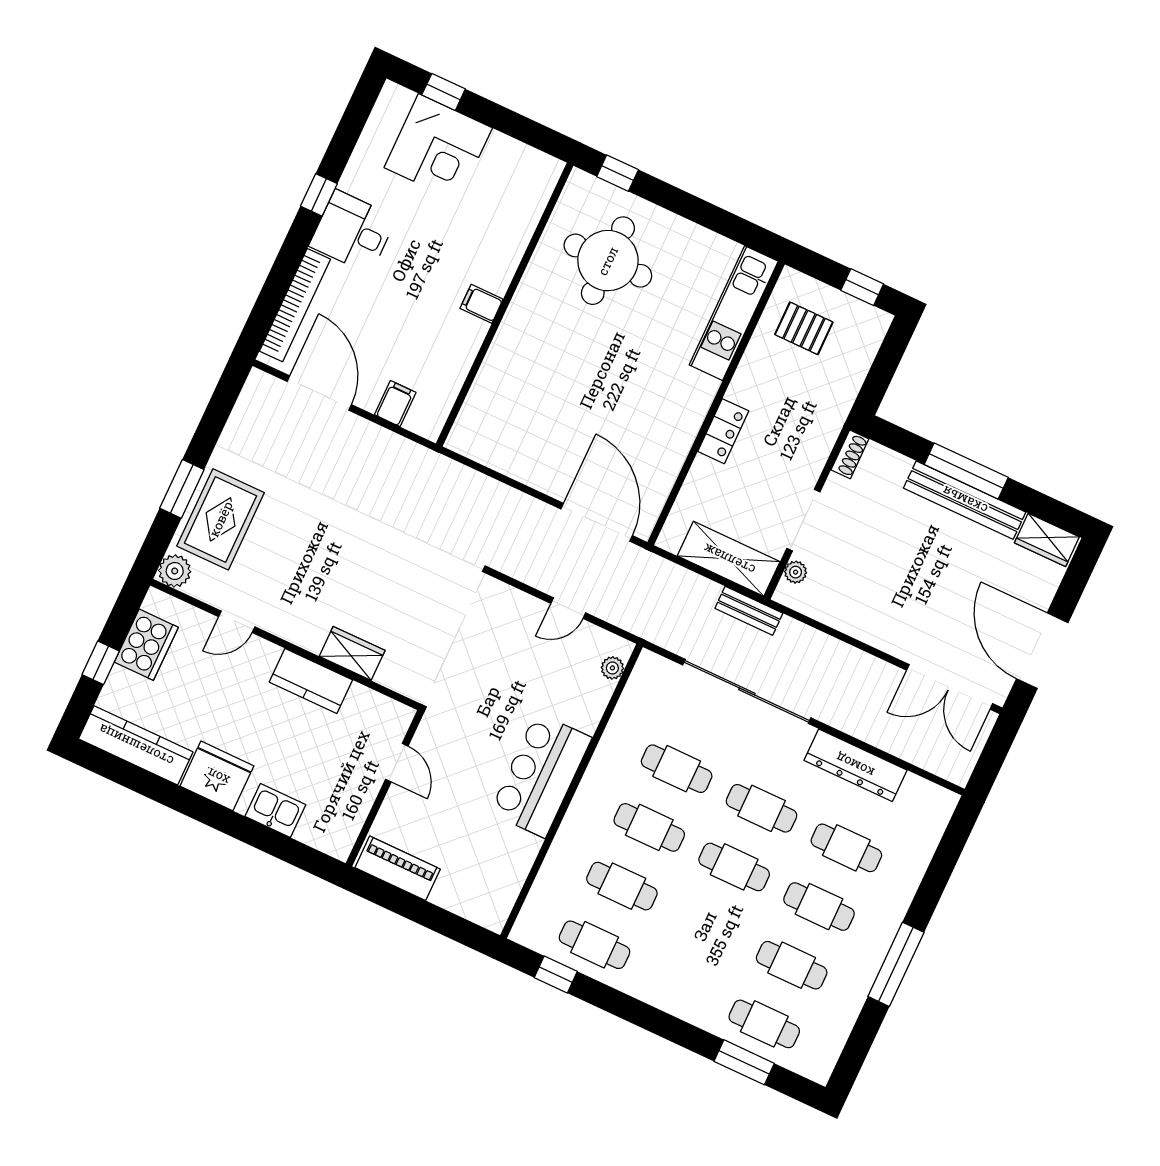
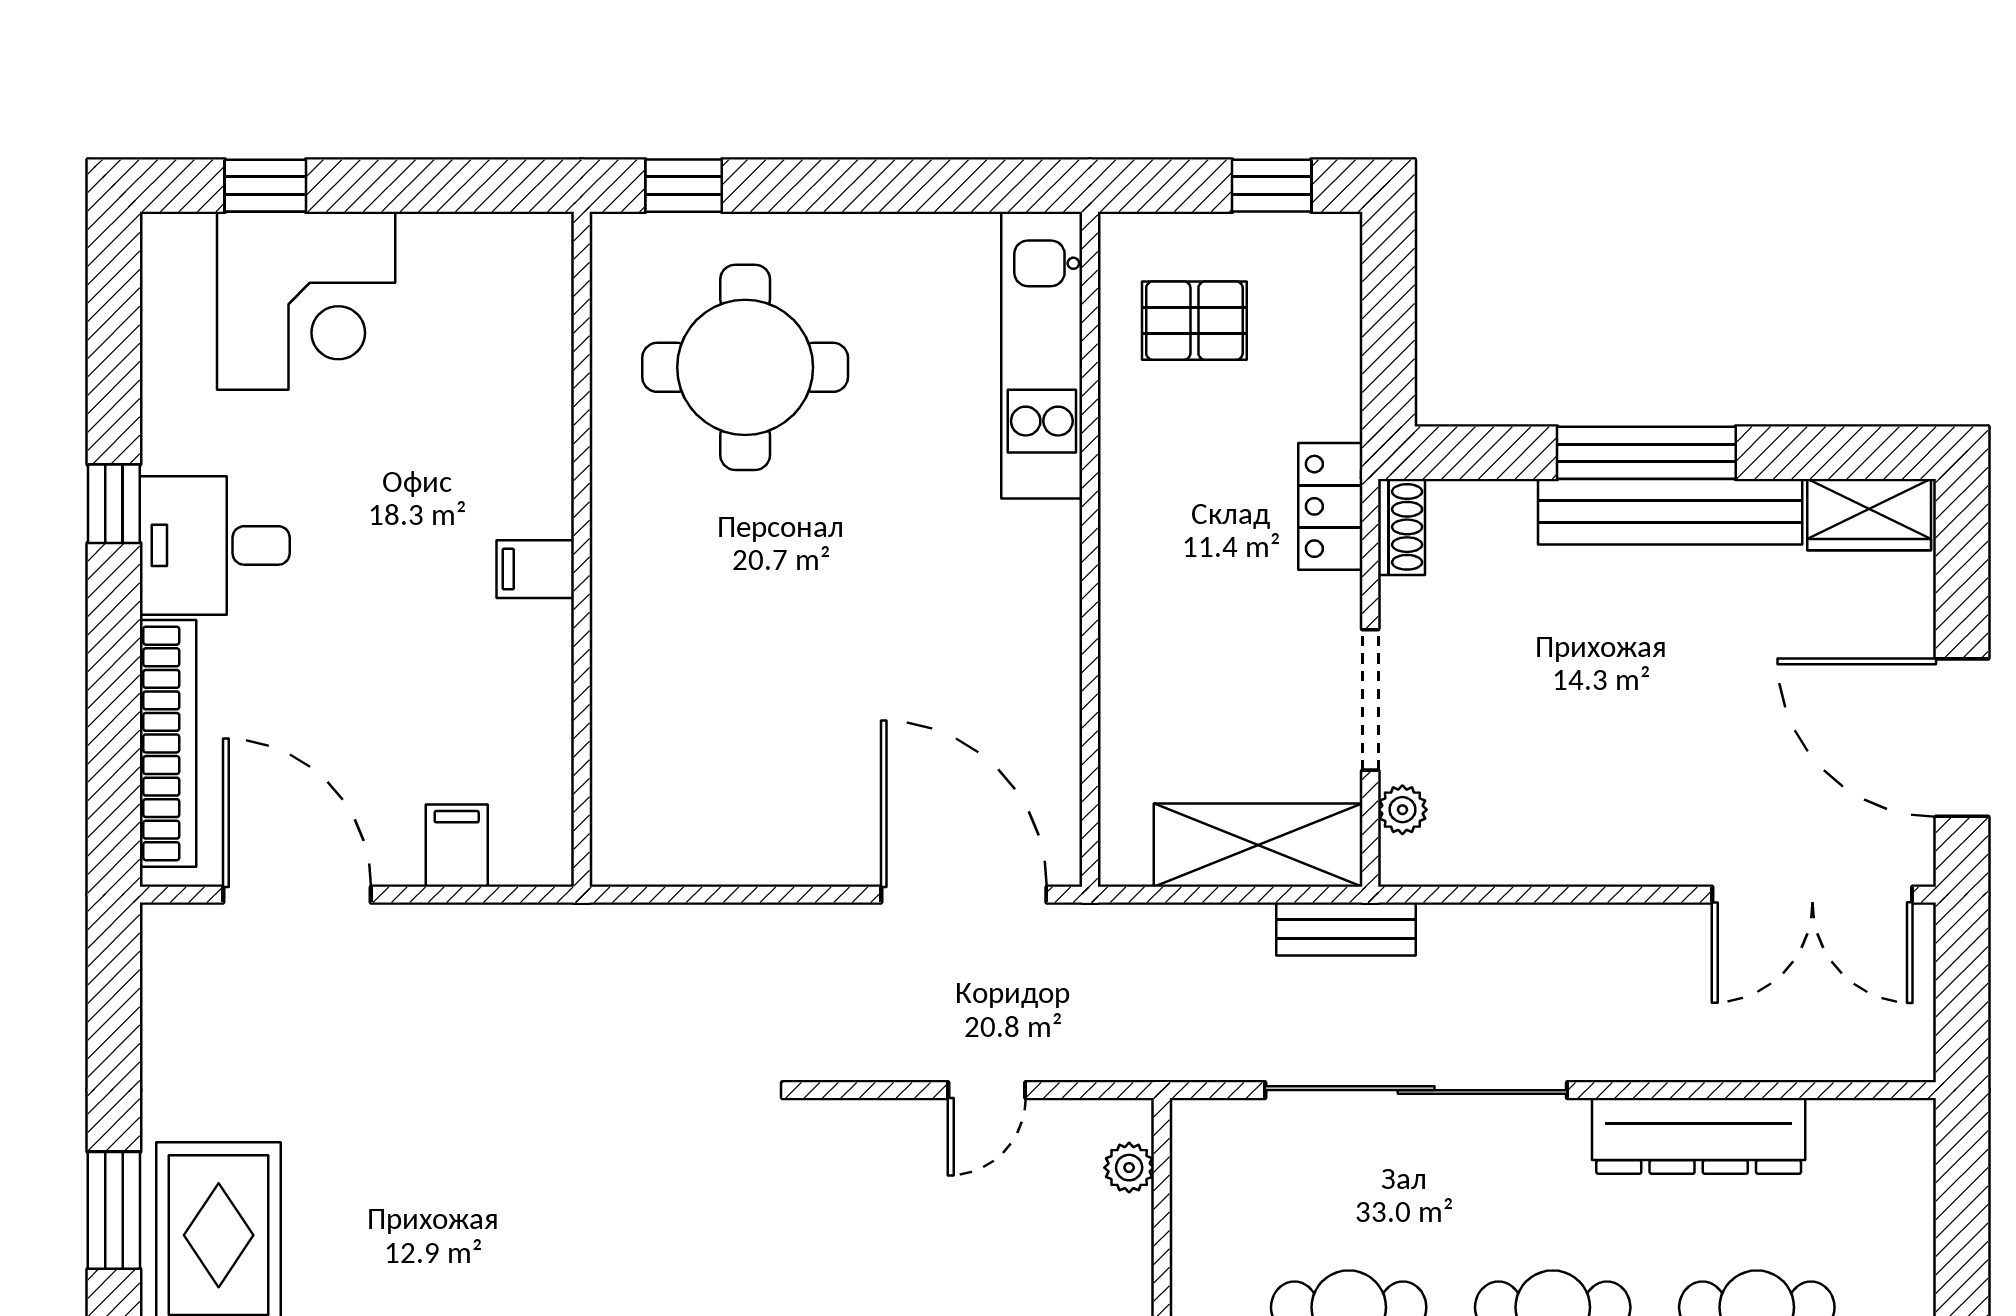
locker: (723, 431) -> (1330, 506), moved, turned 180

